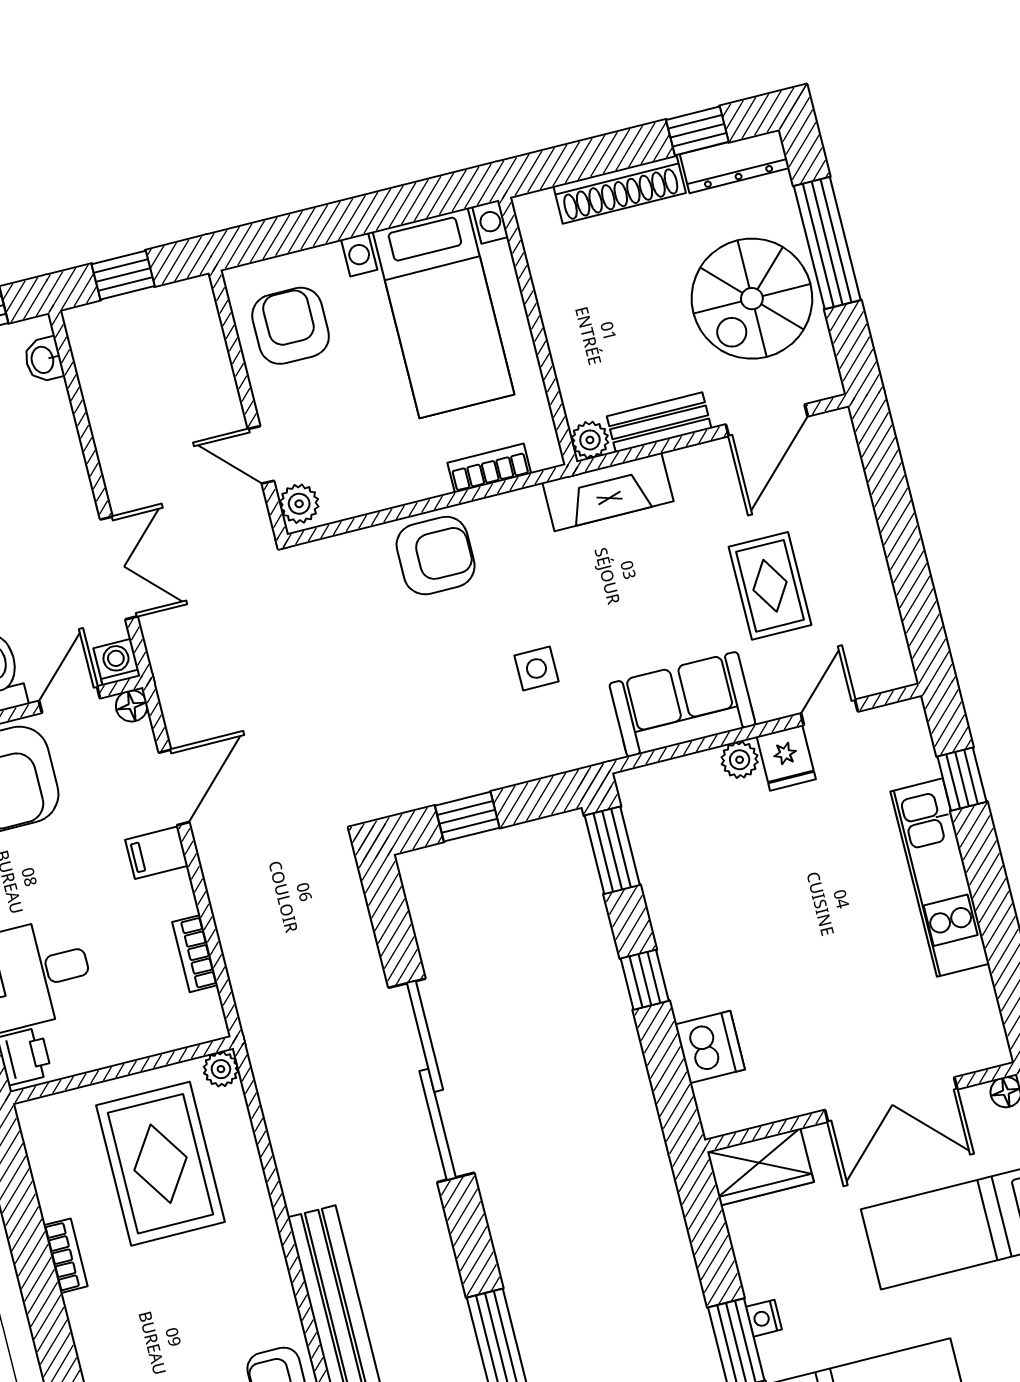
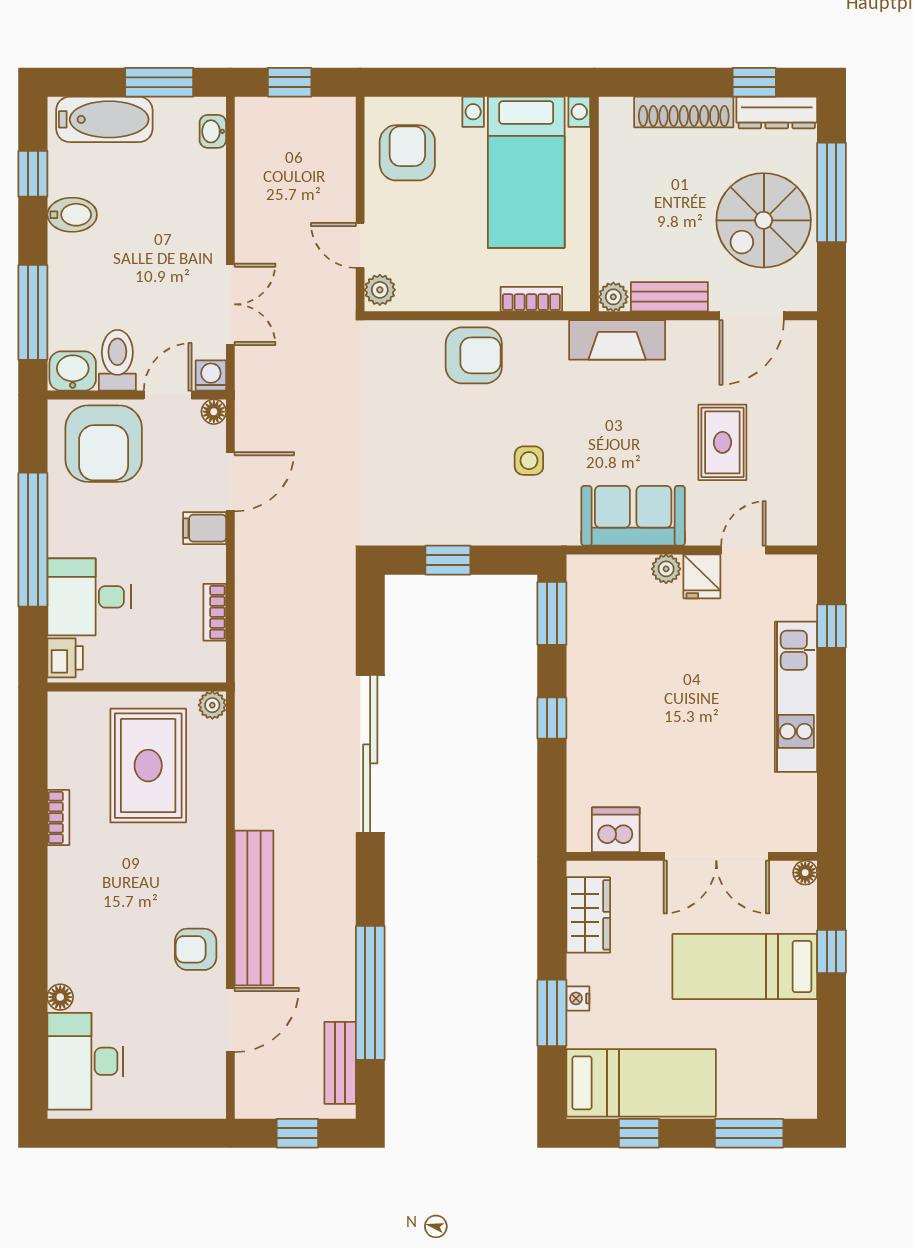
dishwasher: (710, 1047) -> (616, 830), moved, turned -90
wardrobe: (760, 1167) -> (588, 915), moved, turned -90

